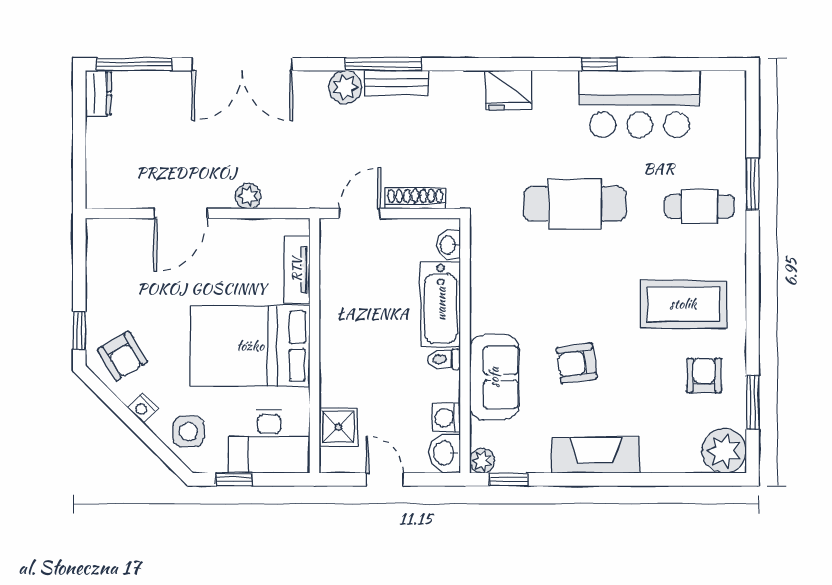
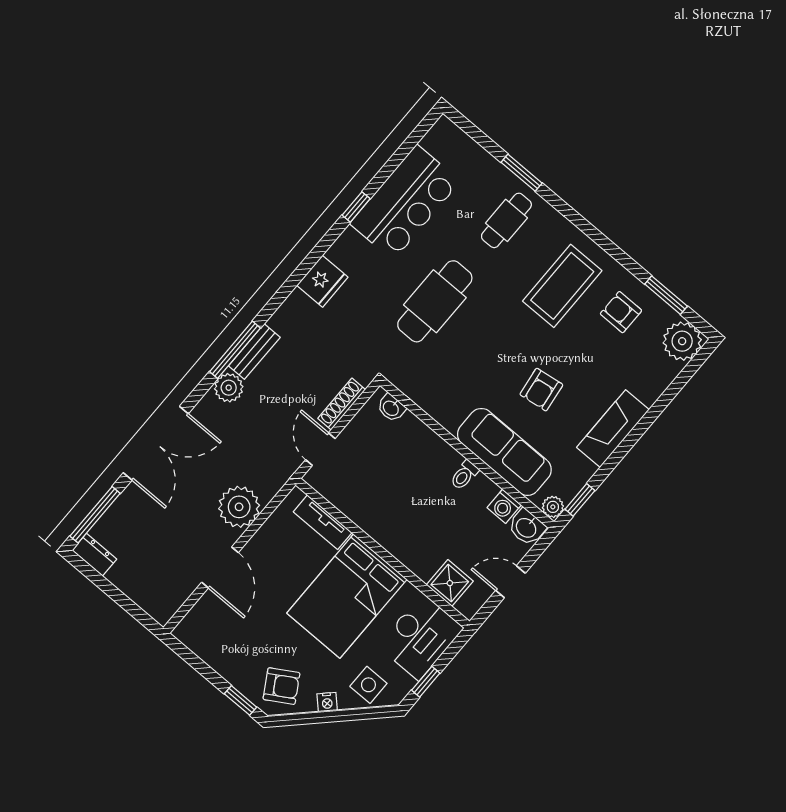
plant: (248, 196) -> (239, 507), width x1.87, depth x1.87
bathtub: (441, 304) -> (426, 447), removed
sofa: (494, 377) -> (504, 452), width x1.36

